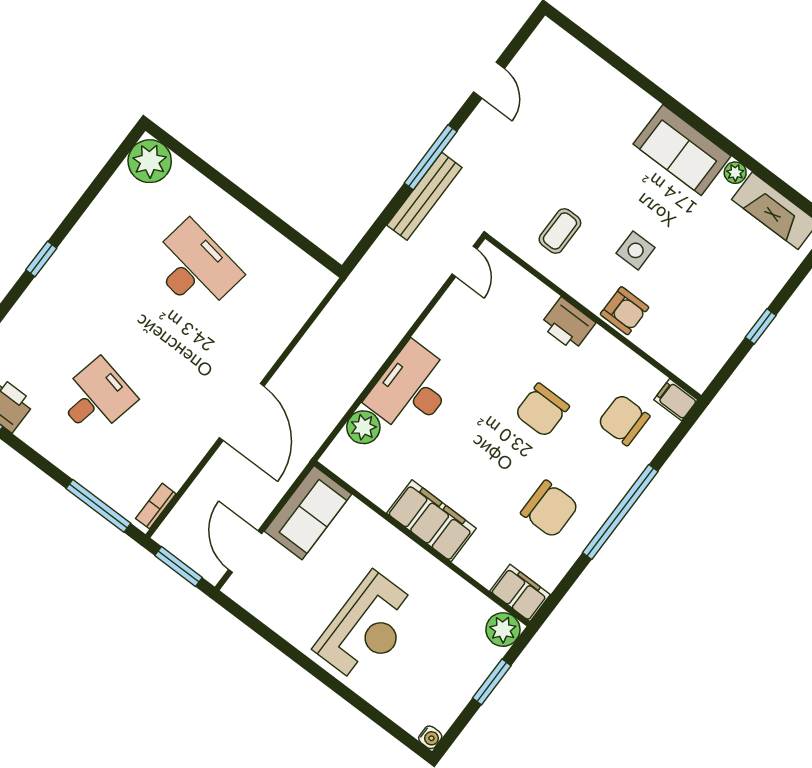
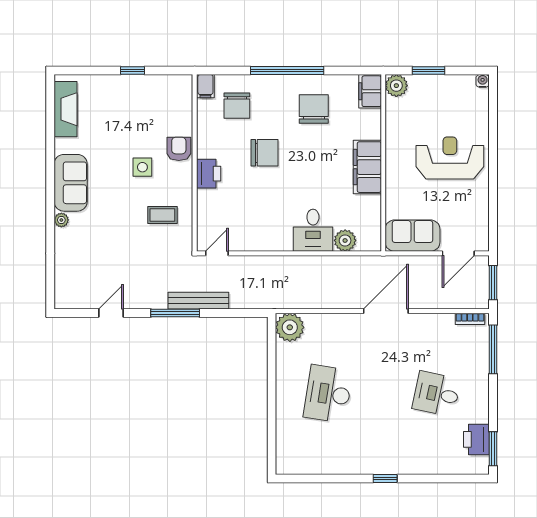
plant: (150, 161) -> (290, 327), moved
plant: (735, 173) -> (61, 220), moved
desk: (412, 389) -> (313, 230), width x0.73

